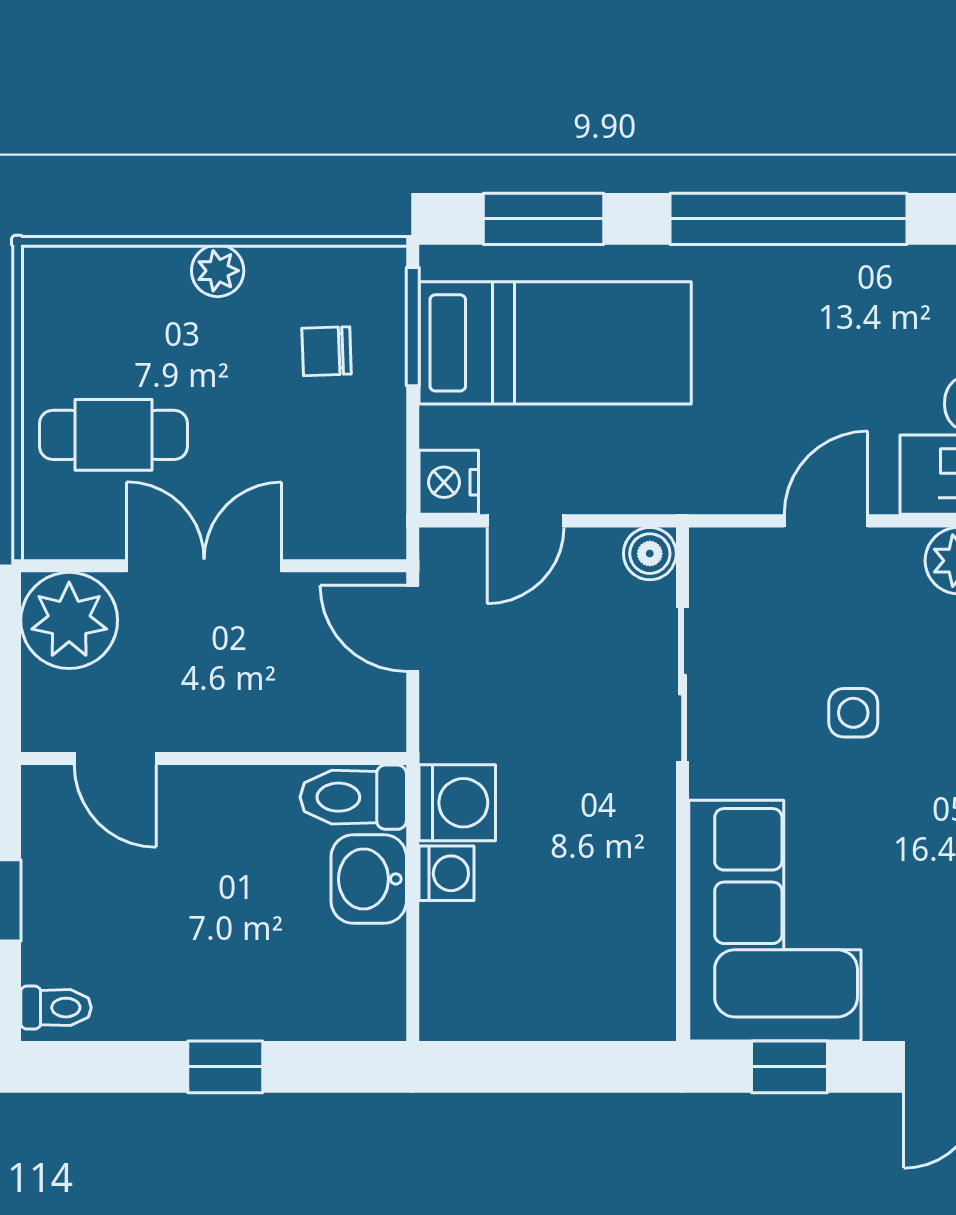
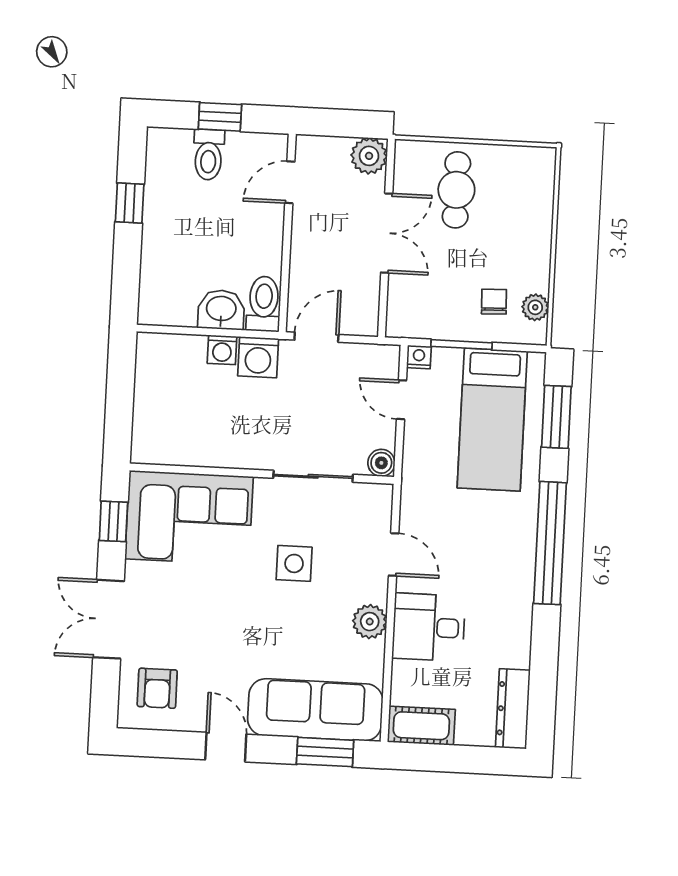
plant: (218, 271) -> (535, 307), moved
window: (413, 327) -> (461, 345), moved
nightstand: (449, 482) -> (419, 357), width x0.72, depth x0.74
plant: (69, 620) -> (369, 156), width x0.73, depth x0.73
door: (413, 628) -> (316, 337), moved
side table: (853, 713) -> (294, 563), width x1.37, depth x1.37
toilet: (56, 1008) -> (208, 155), moved, width x1.37, depth x1.39
window: (225, 1067) -> (130, 203), moved

